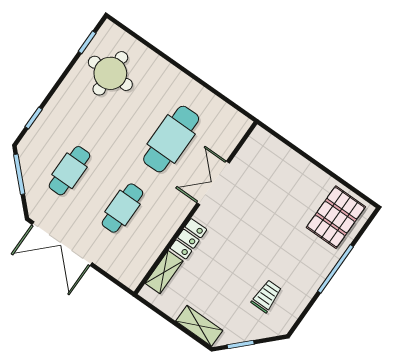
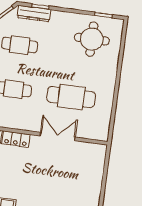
dresser: (38, 131) -> (34, 14), added

